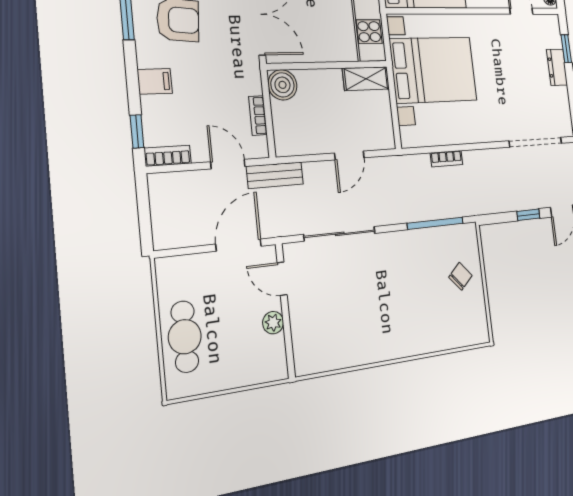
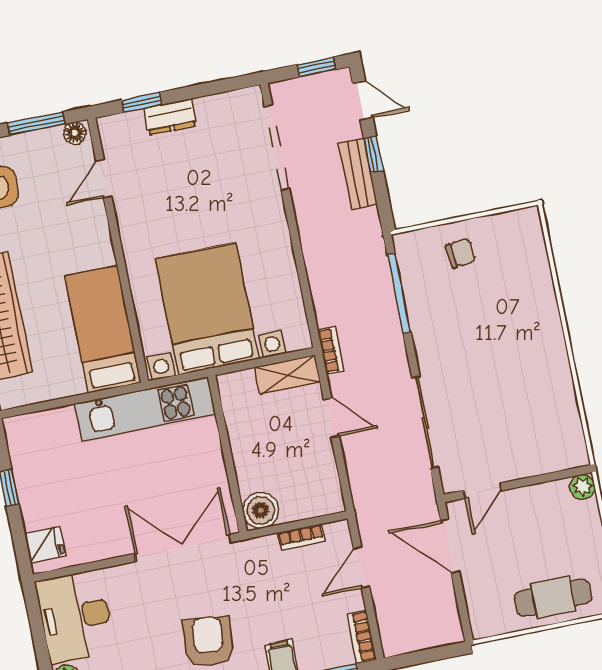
shelving: (366, 79) -> (287, 375), moved, turned 90
bookcase: (447, 159) -> (331, 350), moved
bench: (275, 175) -> (358, 174), moved
chair: (460, 276) -> (461, 253), turned 125
plant: (273, 323) -> (582, 487), moved

